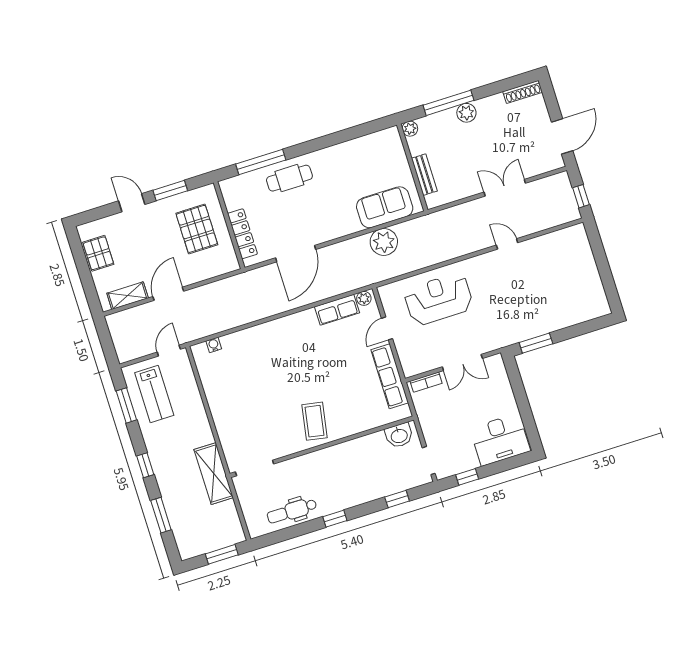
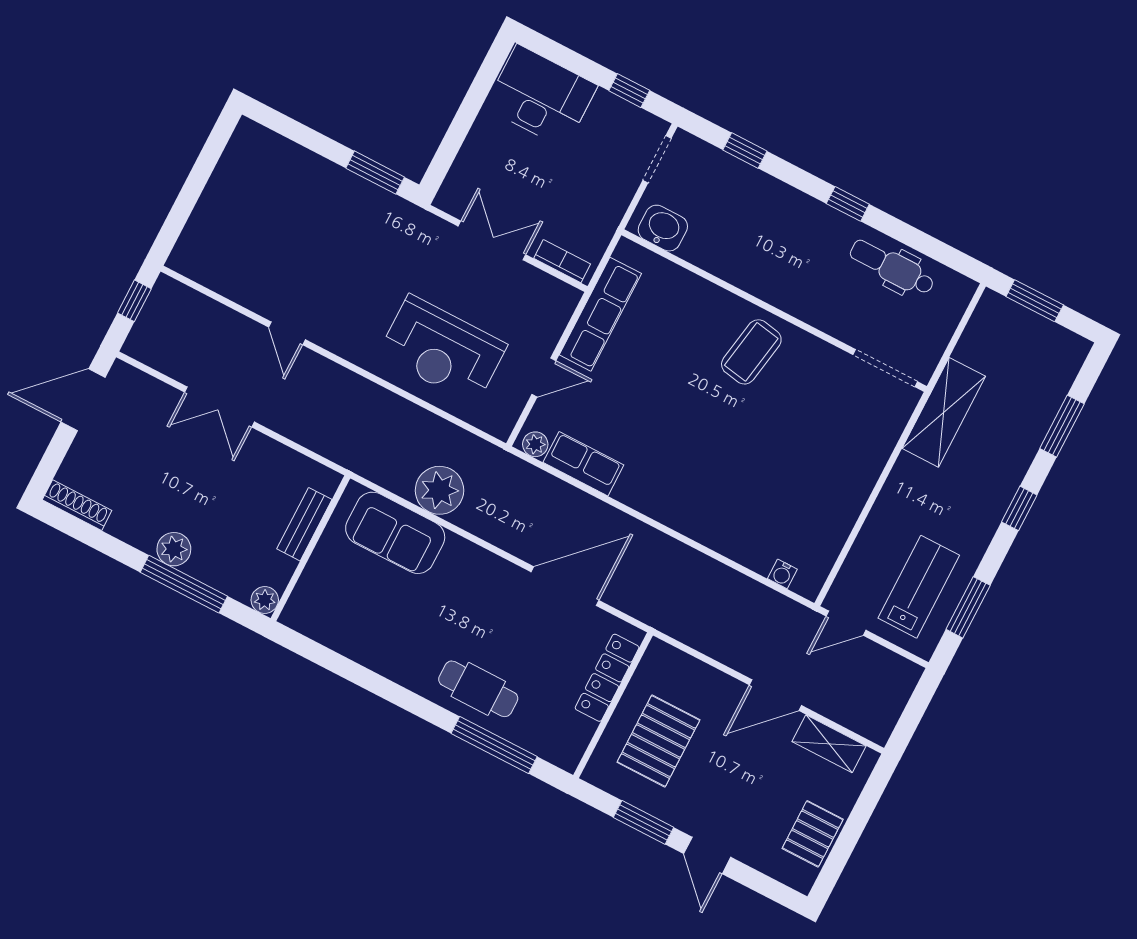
dental chair: (292, 511) -> (892, 267), turned 180

